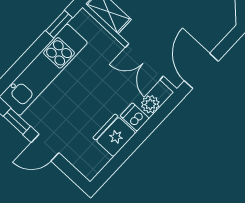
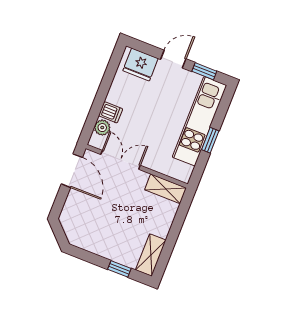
window: (59, 24) -> (210, 140), moved
fridge: (114, 135) -> (140, 65), moved, turned 90

